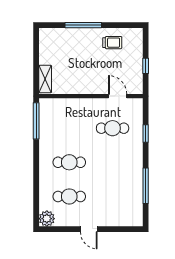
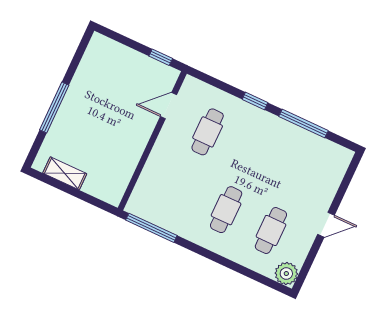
trolley: (112, 43) -> (95, 80), removed
window: (146, 66) -> (161, 57), moved
shelving: (45, 79) -> (65, 173), moved
window: (146, 133) -> (255, 101), moved

